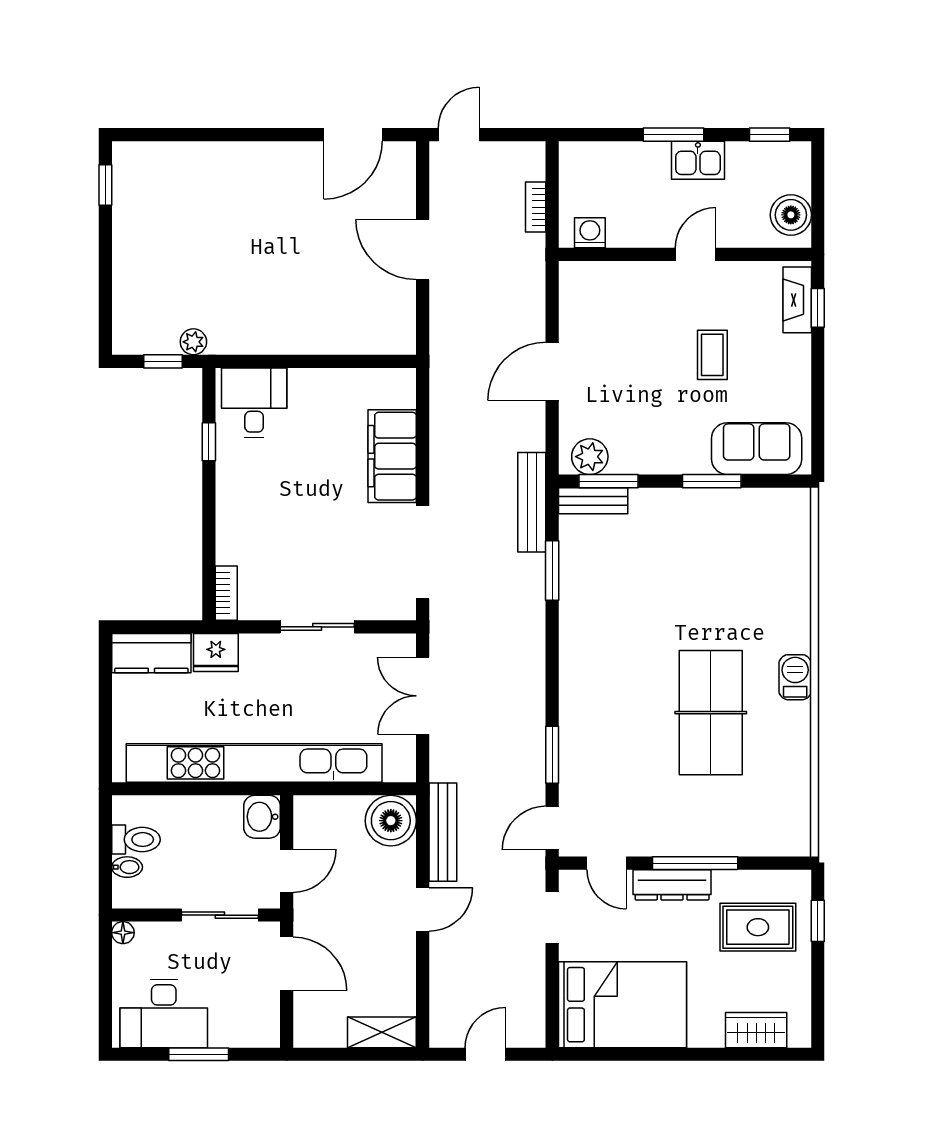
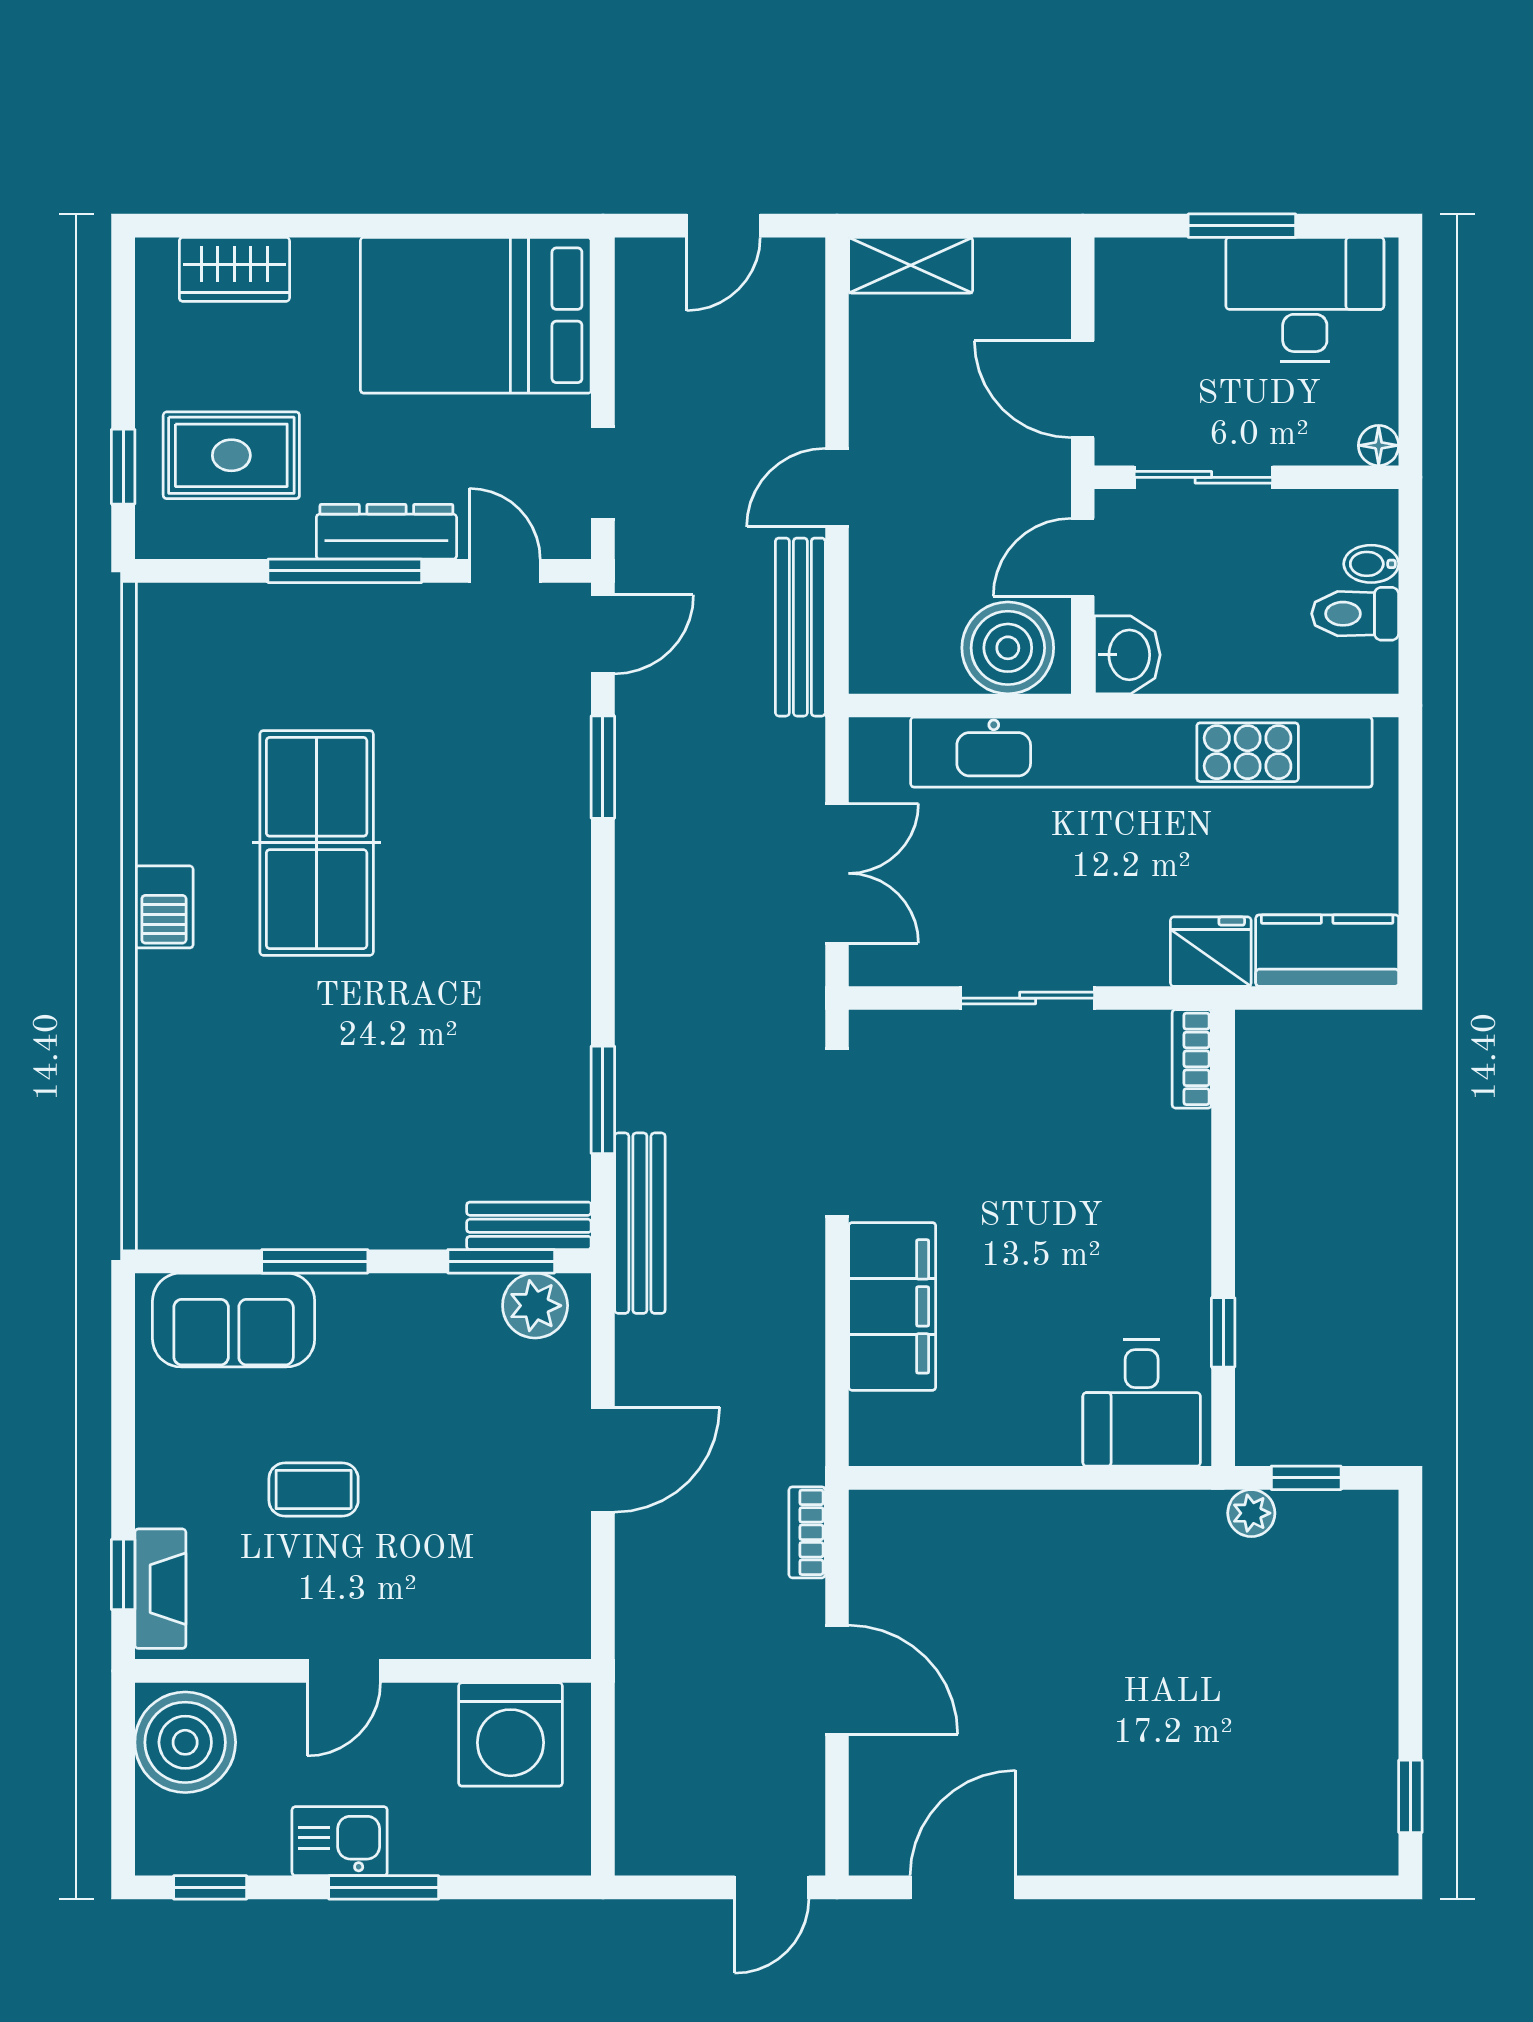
bookcase: (536, 207) -> (807, 1532), moved, turned 180
boiler: (791, 215) -> (185, 1742), width x1.37, depth x1.37
washing machine: (590, 233) -> (510, 1734), width x1.89, depth x1.89
coffee table: (712, 355) -> (314, 1490), turned 90
boiler: (391, 821) -> (1008, 648), moved

